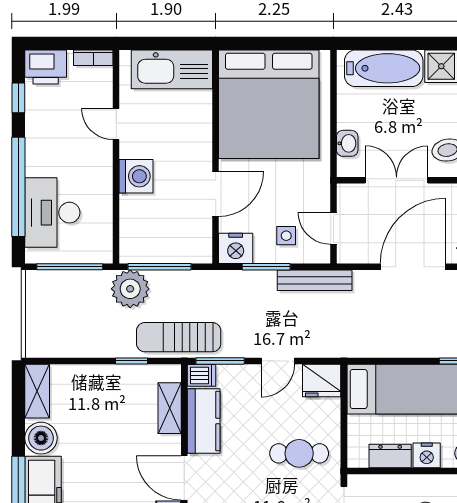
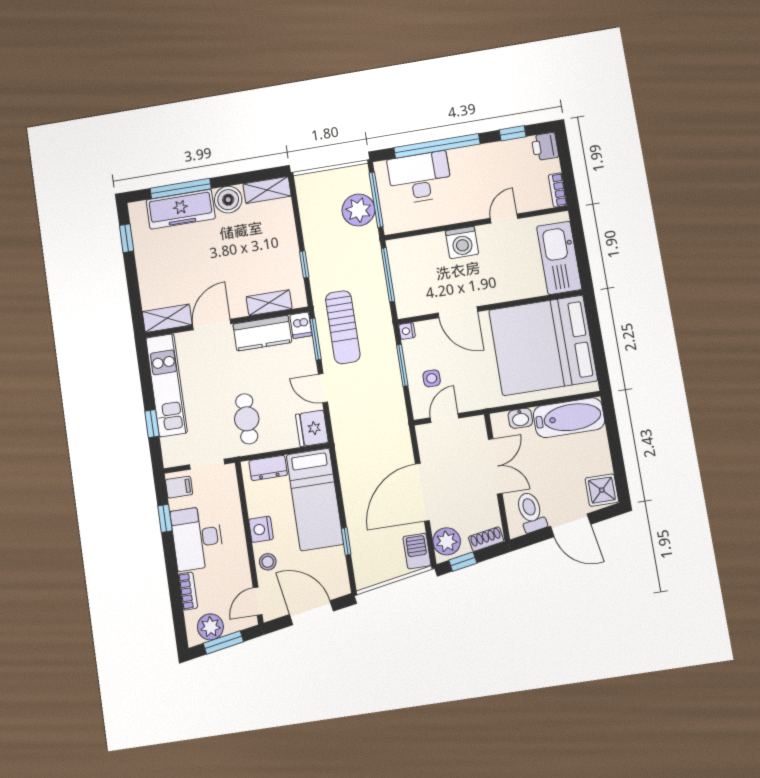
printer: (46, 67) -> (545, 146), width x0.73, depth x0.81
bathtub: (384, 68) -> (569, 418), moved, turned -90
nightstand: (236, 248) -> (407, 331), width x0.53, depth x0.56
door: (413, 267) -> (422, 492), swing flipped
bench: (315, 280) -> (397, 409), removed
plant: (130, 289) -> (358, 210), moved
sun lounger: (179, 337) -> (343, 327), moved, turned 180
dresser: (390, 456) -> (268, 468), moved, turned 90

